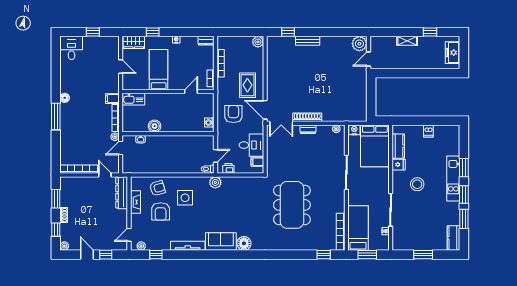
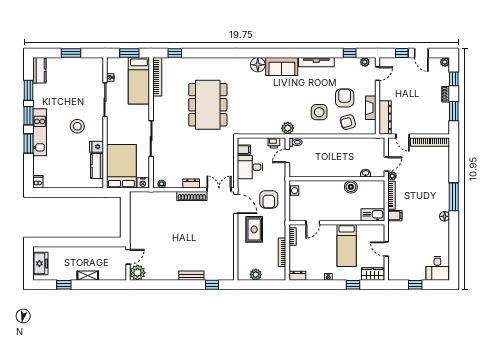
plant: (258, 42) -> (256, 275), moved
dishwasher: (428, 131) -> (38, 182), moved

